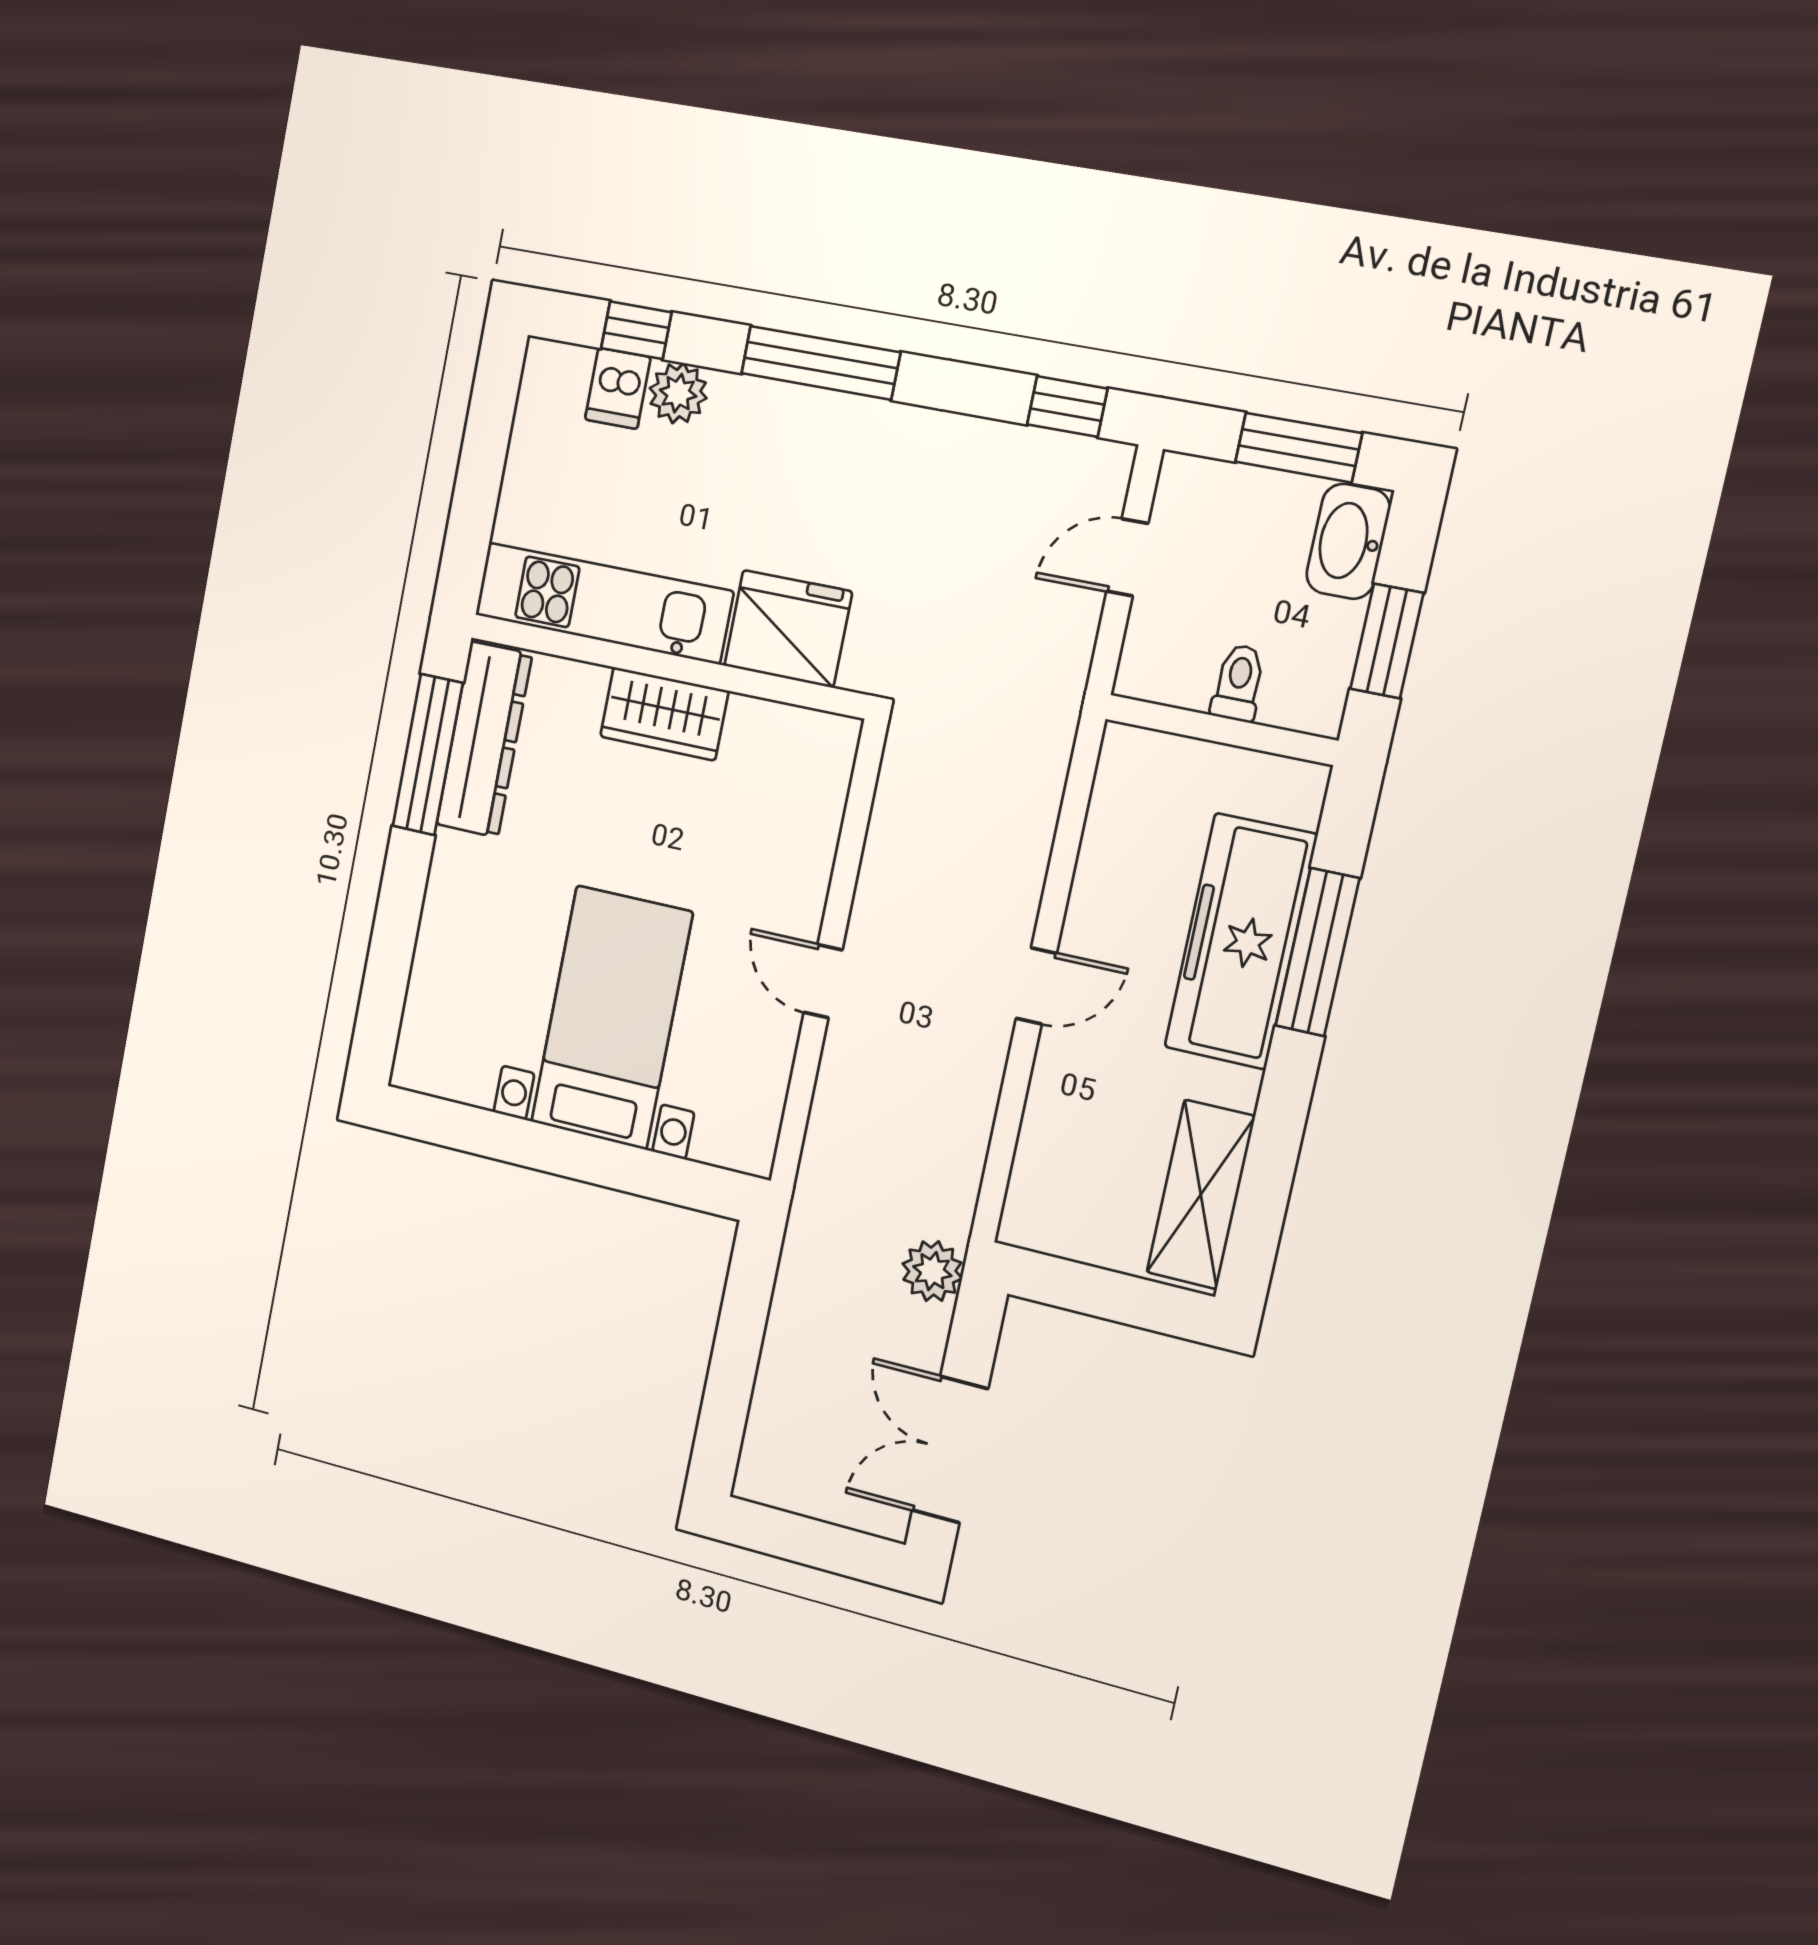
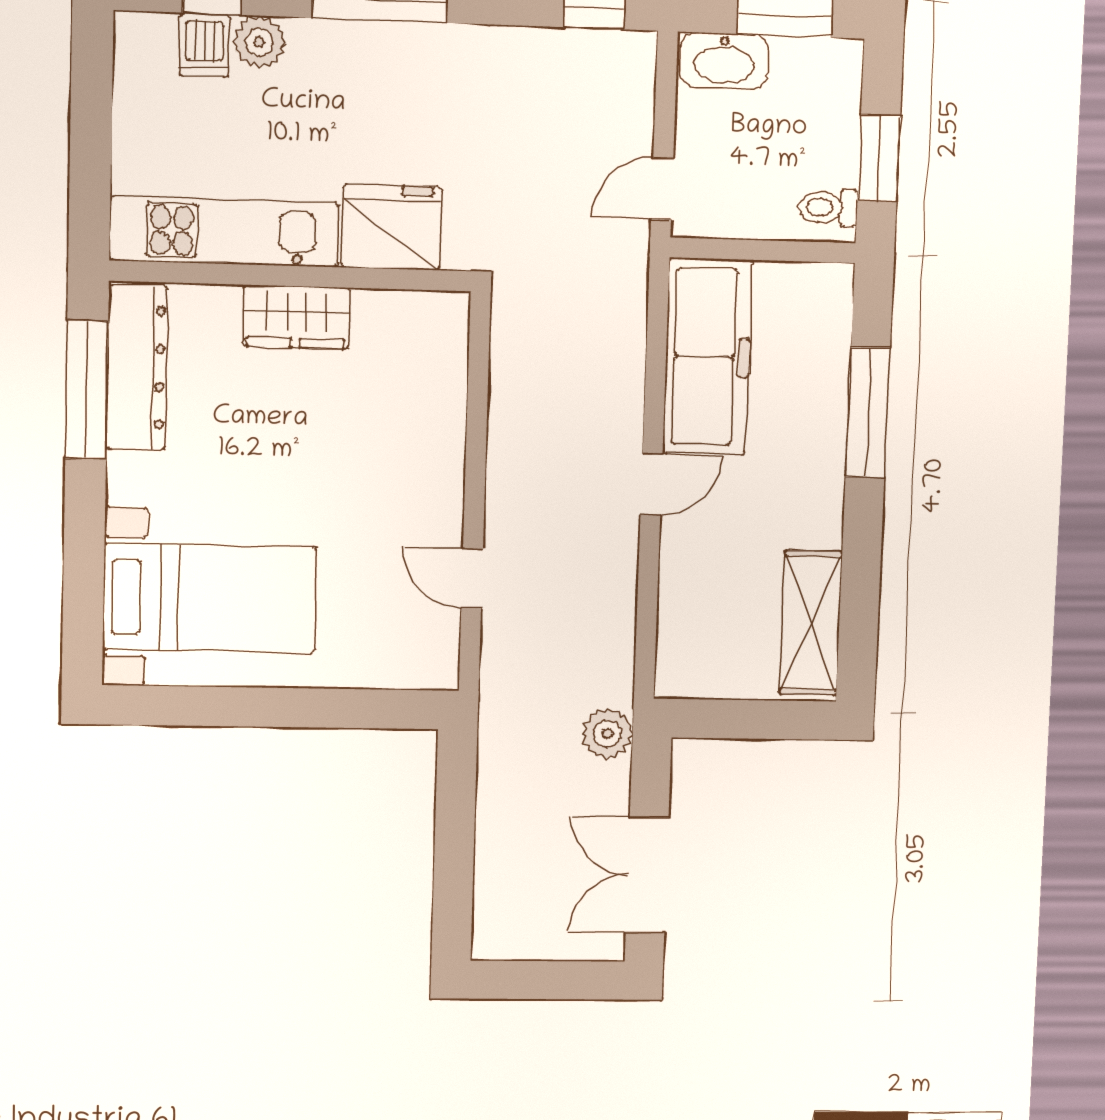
washbasin: (1348, 541) -> (724, 61), moved, turned -90
door: (1127, 557) -> (662, 189), moved
toilet: (1238, 683) -> (828, 207), moved, turned -90
freezer: (1241, 941) -> (707, 357), moved, turned 180
door: (823, 981) -> (472, 578), moved
bed with nightstands: (612, 1018) -> (210, 598), moved, turned 90

